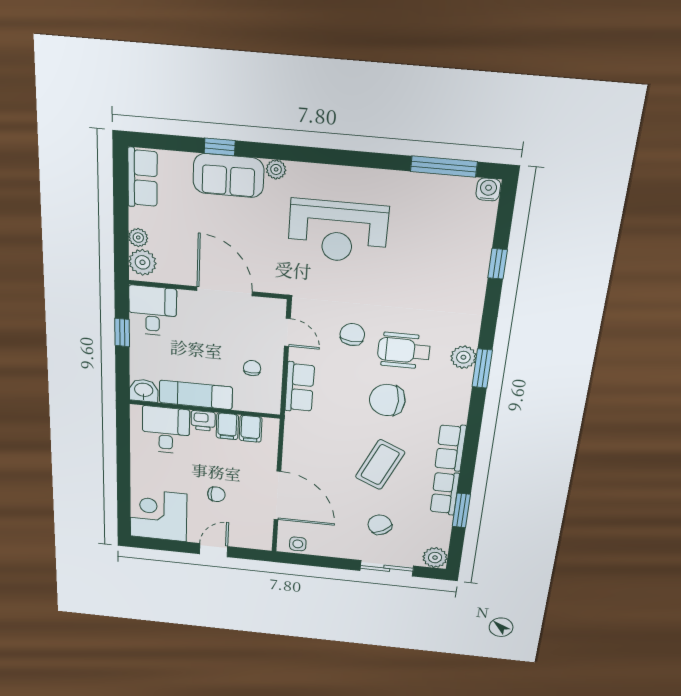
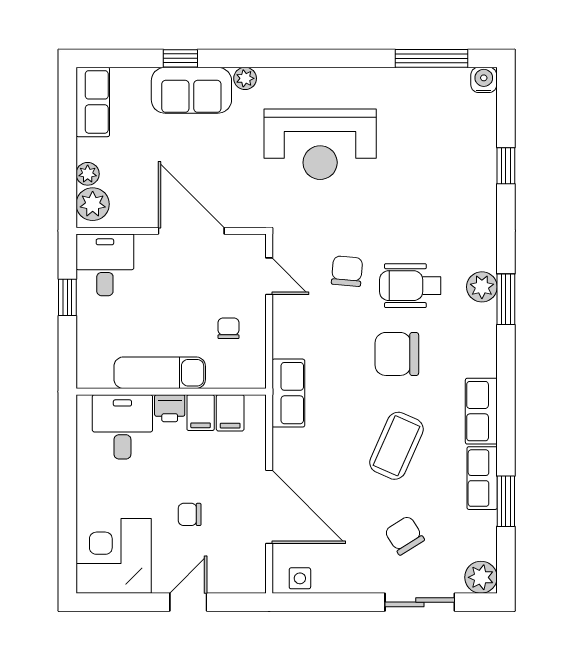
row of seats: (300, 387) -> (288, 393), moved
washbasin: (144, 390) -> (94, 374), removed
chair: (216, 494) -> (190, 514), turned 180

